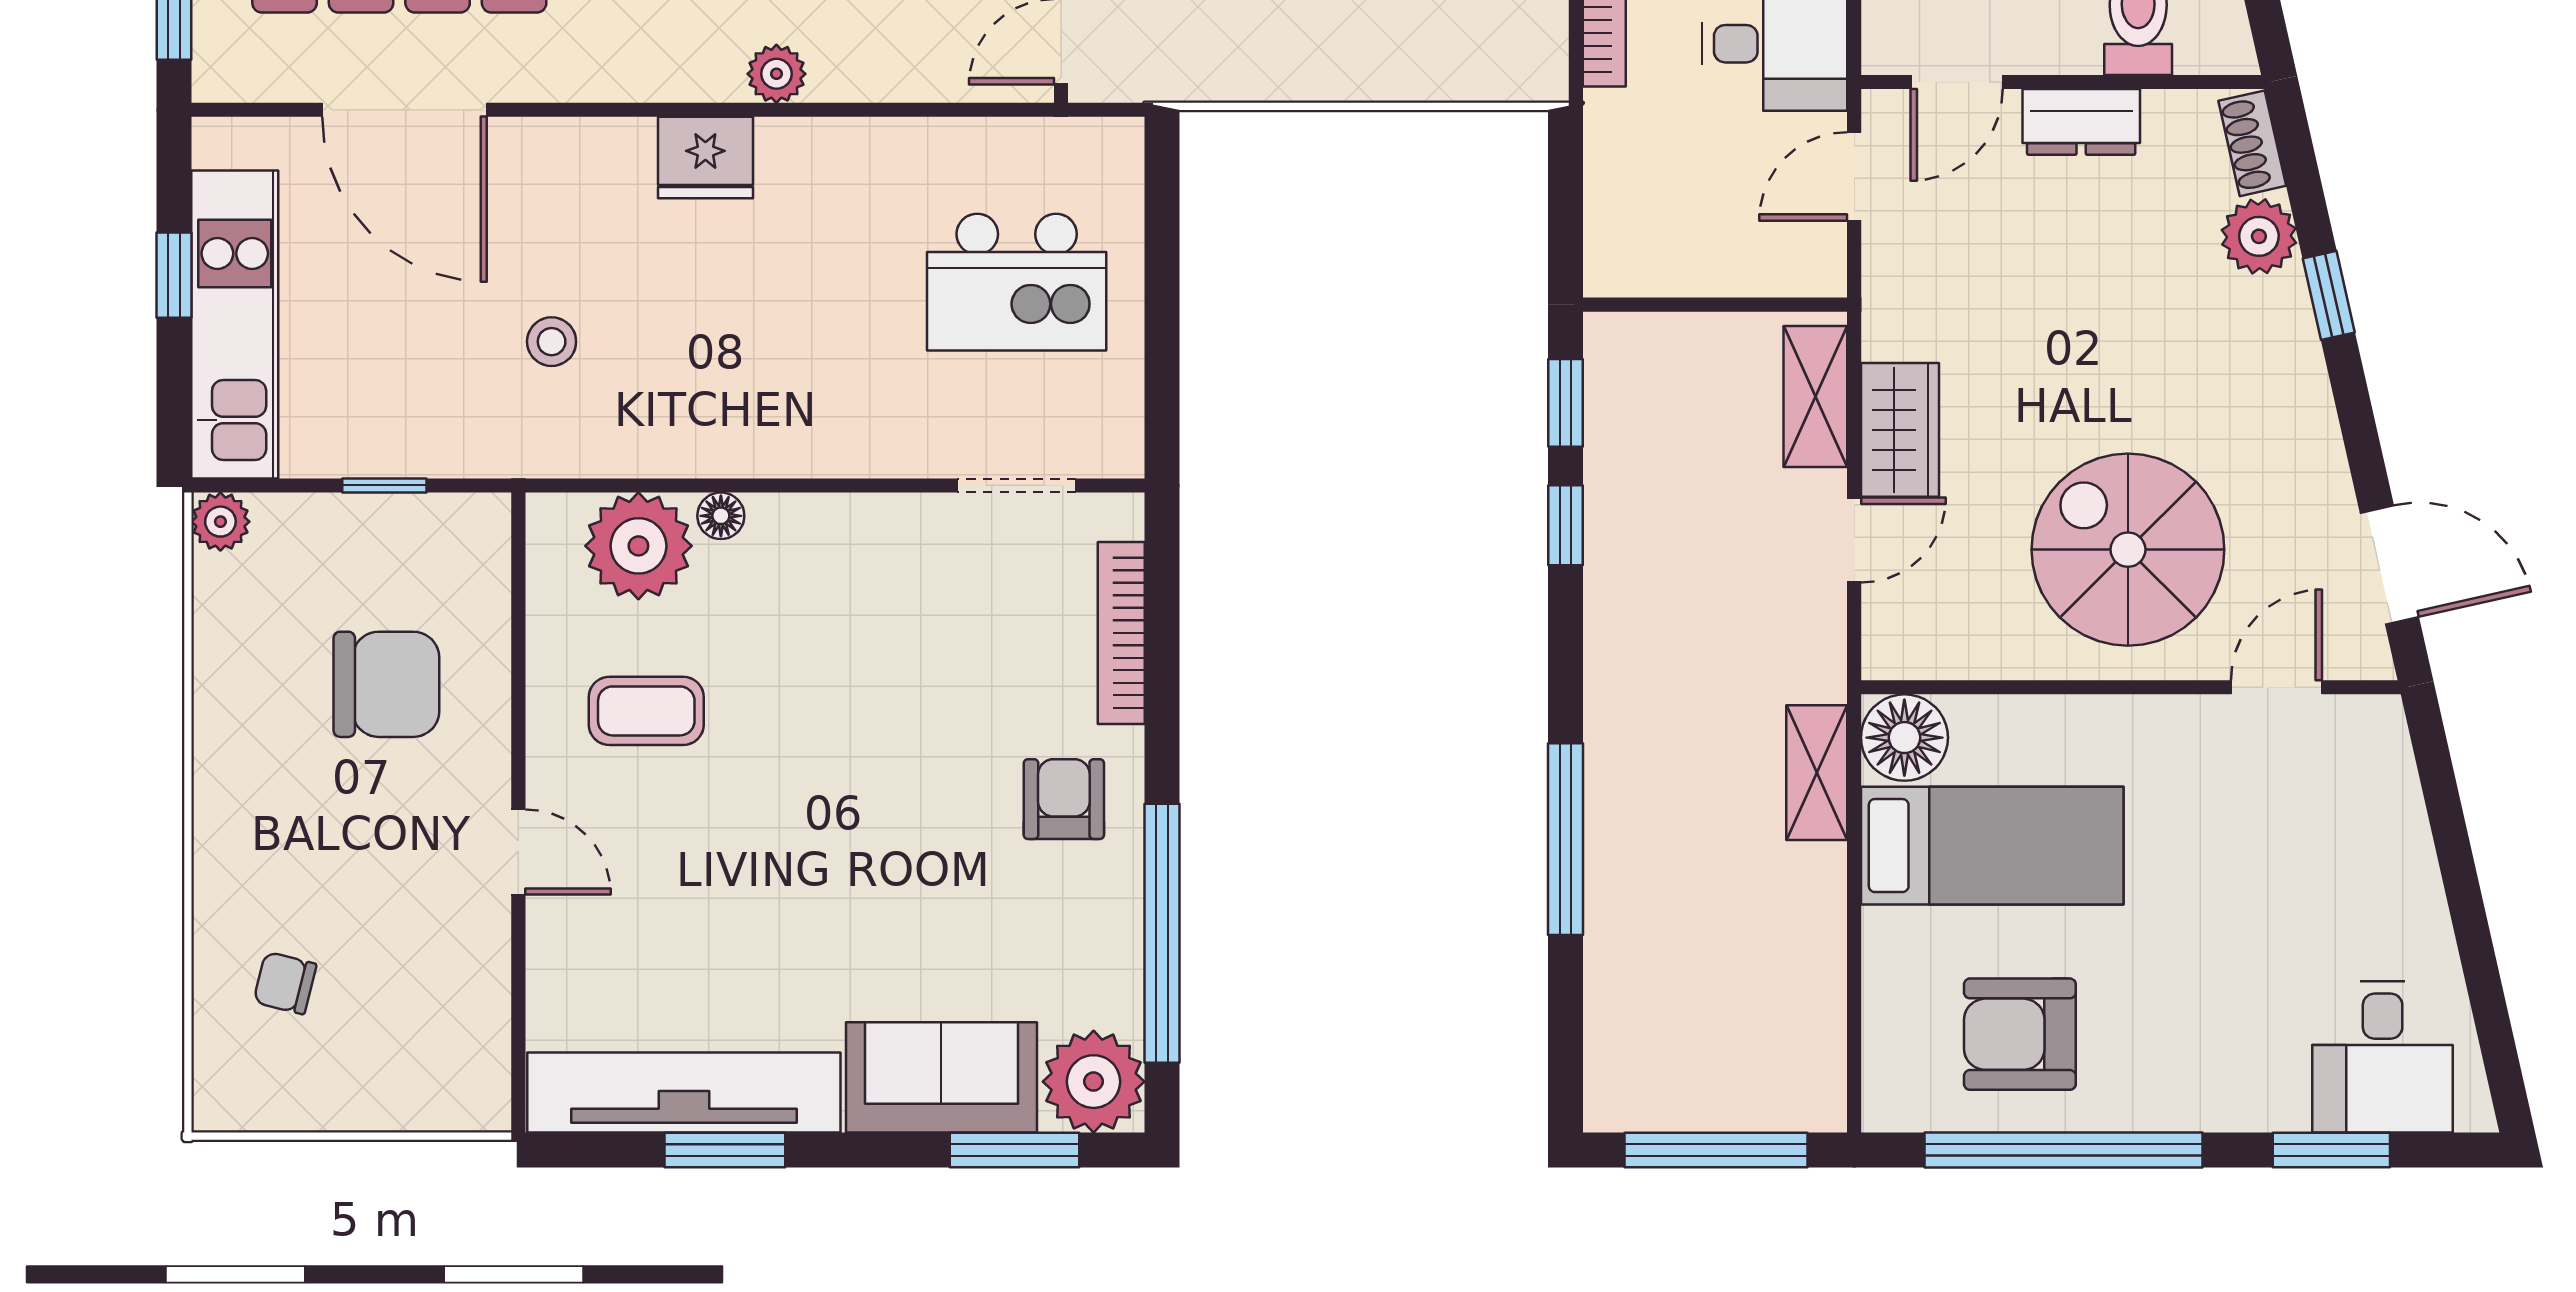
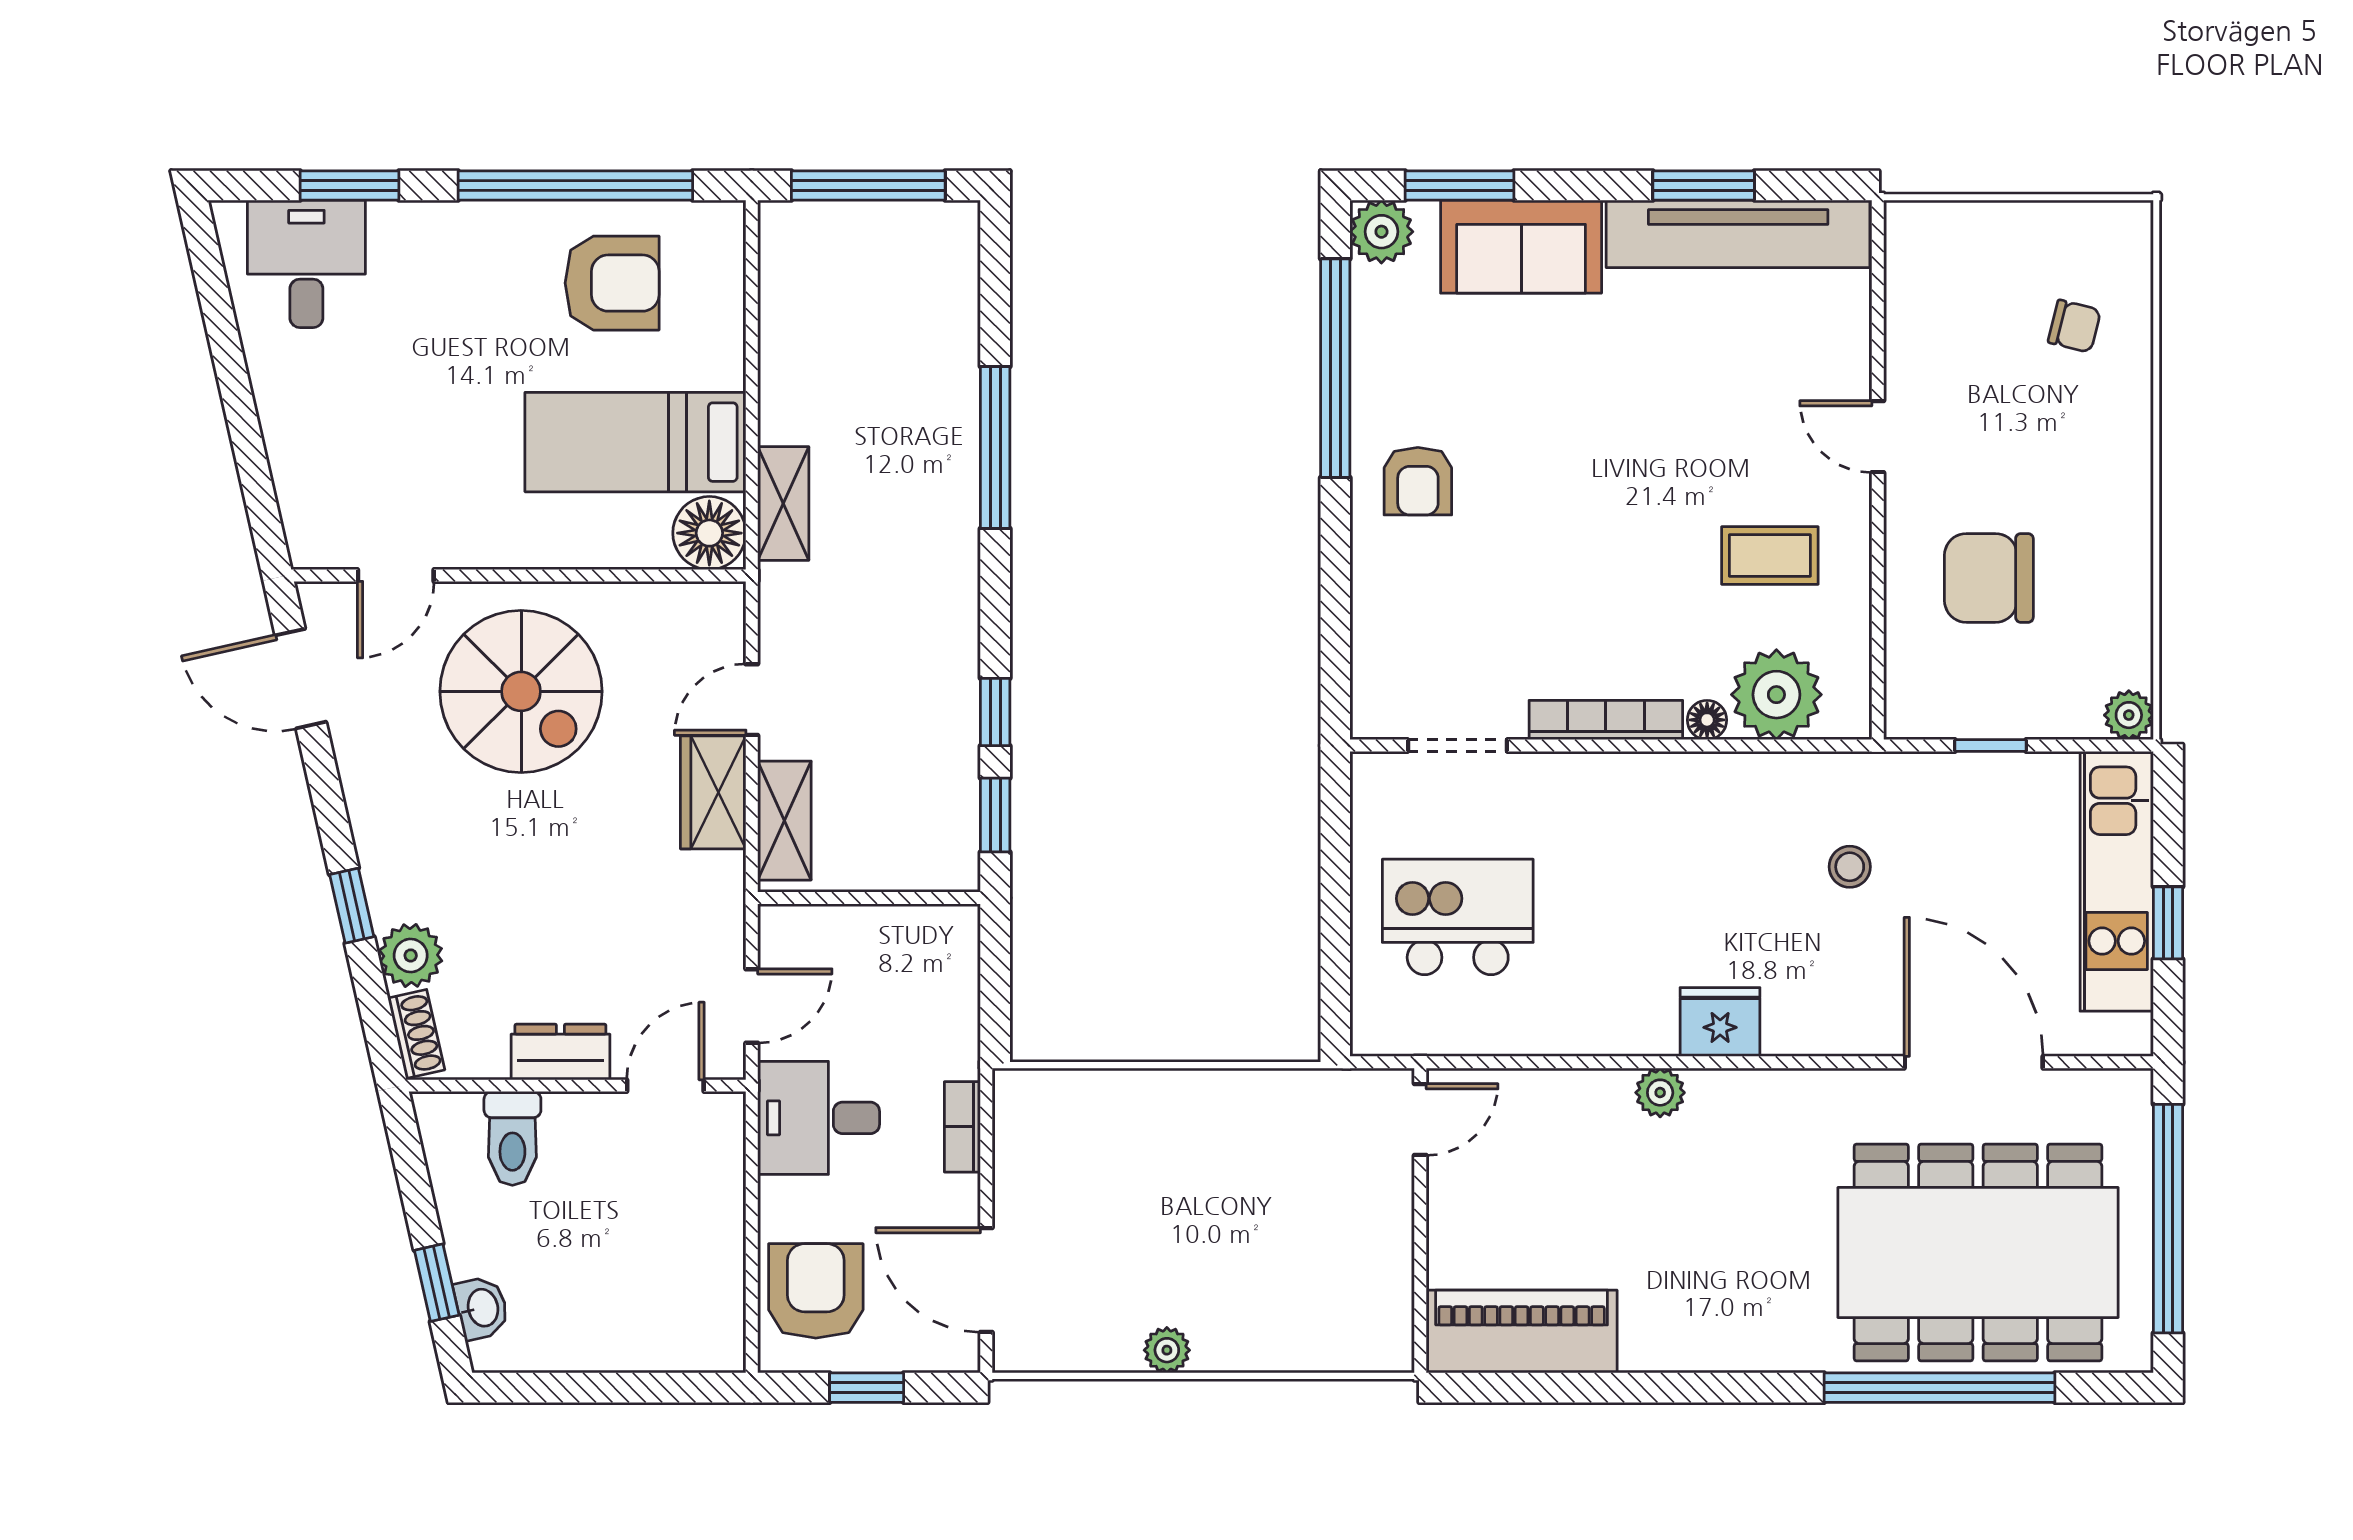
bookcase: (1121, 633) -> (1606, 720), moved, turned -90
plant: (1094, 1082) -> (1381, 232), width x0.73, depth x0.73

